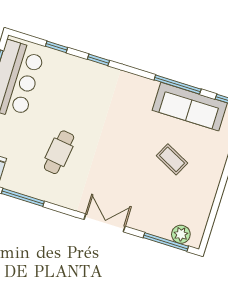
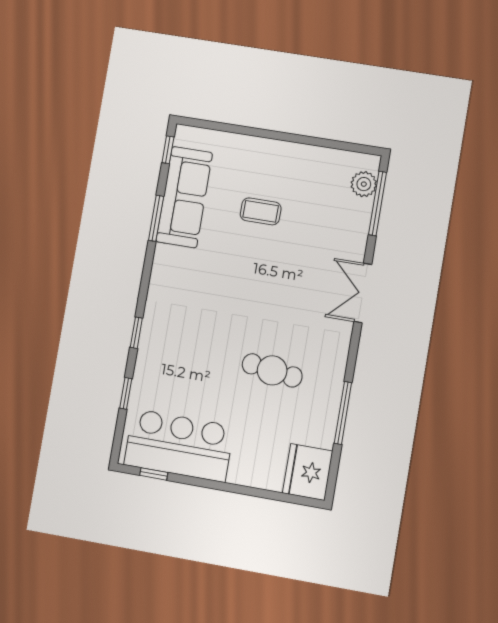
window: (178, 85) -> (156, 218), width x0.69
coffee table: (172, 159) -> (261, 211), turned 63

